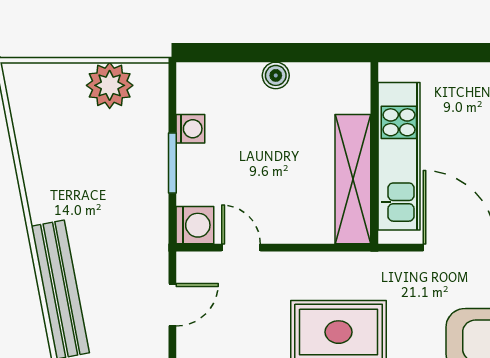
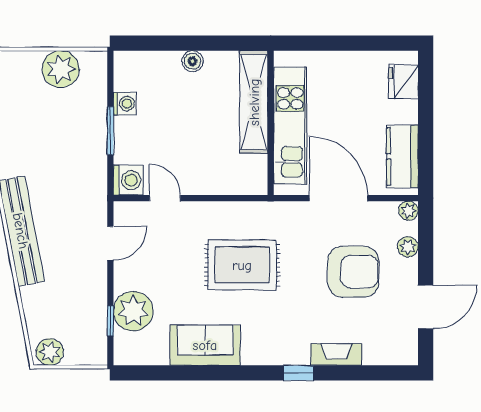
shelving: (353, 179) -> (254, 102), moved

